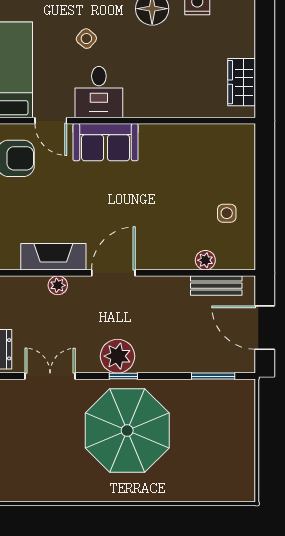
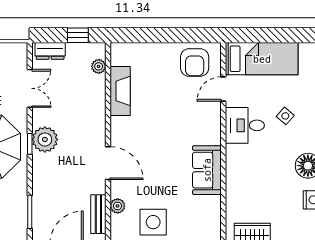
sofa: (106, 142) -> (207, 170), moved
side table: (227, 213) -> (153, 222), width x1.87, depth x1.87
door: (113, 273) -> (108, 163), moved
plant: (58, 285) -> (99, 66), moved

